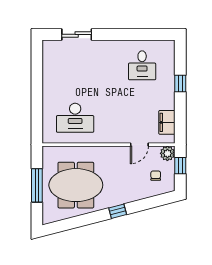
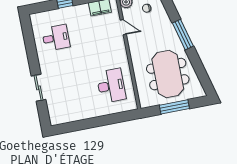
sliding door: (77, 34) -> (39, 88), moved
window: (118, 211) -> (183, 35), width x2.17

